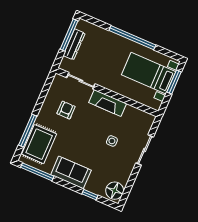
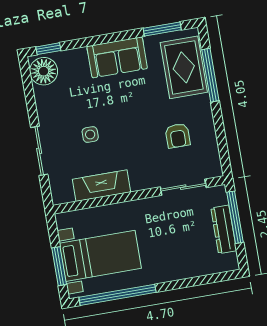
window: (69, 35) -> (235, 217), moved
window: (132, 38) -> (117, 295), moved
fireplace: (108, 103) -> (102, 186), moved
window: (37, 172) -> (162, 29), width x0.69
window: (90, 195) -> (48, 49), moved

